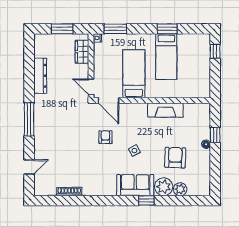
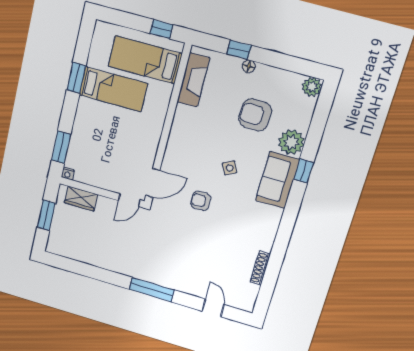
window: (215, 51) -> (161, 29), moved
bed: (134, 74) -> (145, 60), moved
dresser: (40, 76) -> (99, 259), removed
fireplace: (165, 110) -> (193, 80), moved
plant: (180, 189) -> (312, 87), moved

